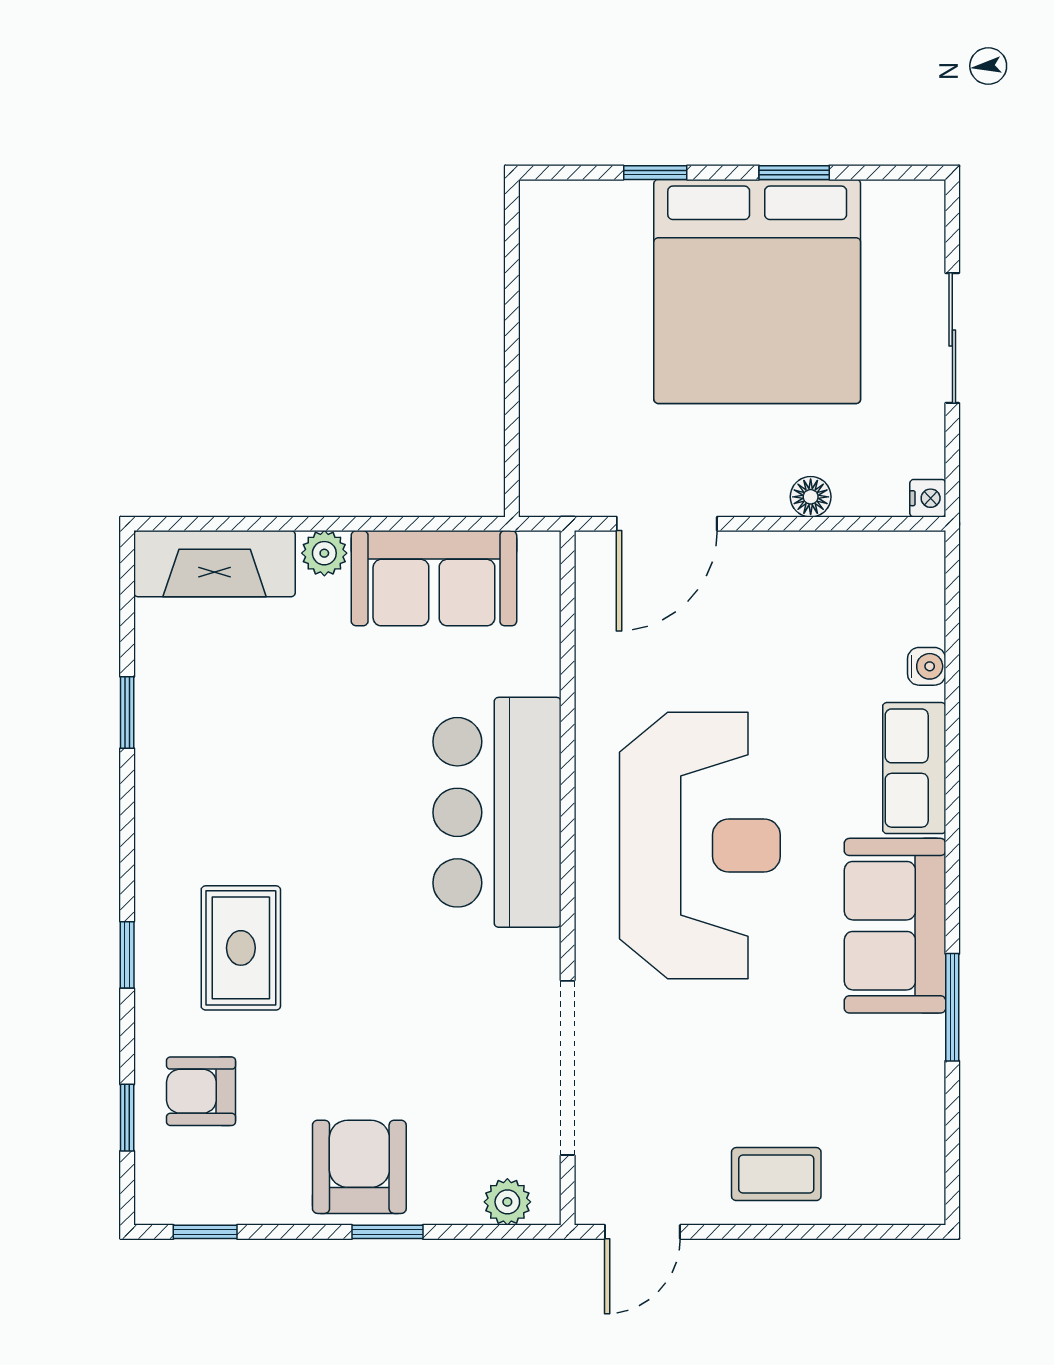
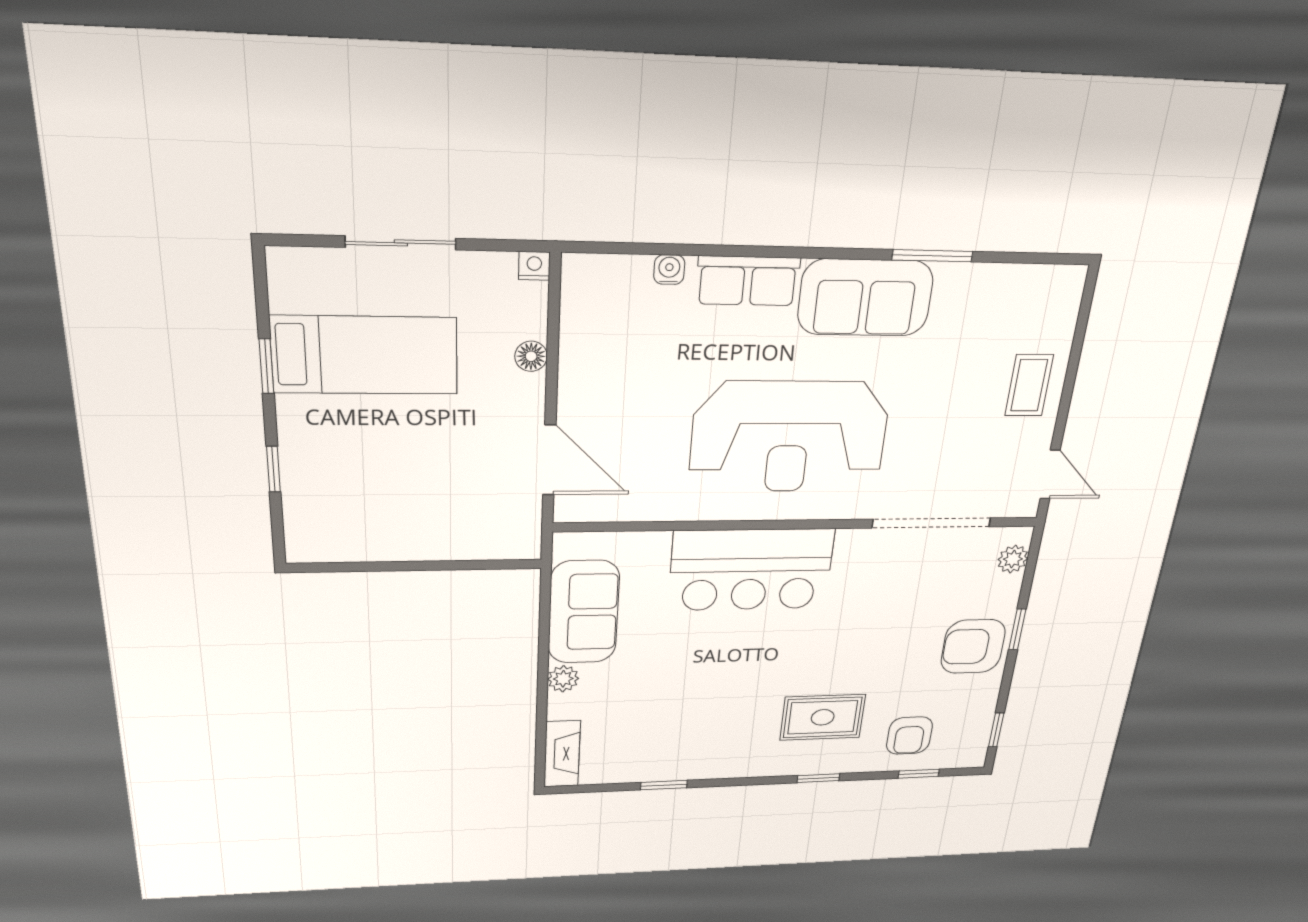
bed: (757, 291) -> (365, 355), width x0.49
fireplace: (215, 564) -> (562, 754), width x0.73, depth x0.76
reception desk: (700, 846) -> (789, 437), turned 180

